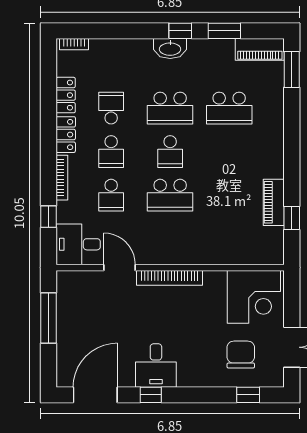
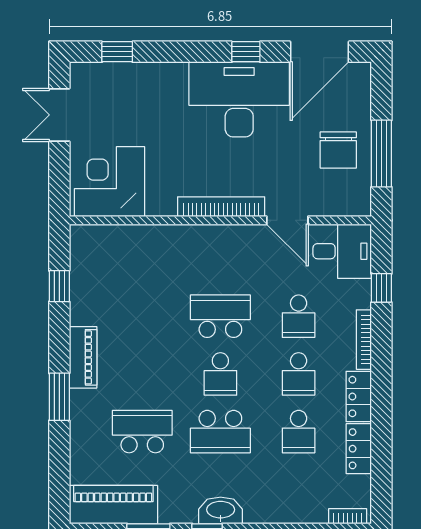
piano: (260, 49) -> (113, 505), width x1.37, depth x1.33
window: (292, 70) -> (59, 397), moved
school desk: (170, 108) -> (220, 432), turned 180
school desk: (111, 152) -> (299, 374), turned 180
school desk: (170, 152) -> (220, 374), turned 180
school desk: (111, 195) -> (299, 316), turned 180
piano: (274, 202) -> (83, 357), moved
chair: (241, 355) -> (338, 150), moved
desk: (156, 365) -> (239, 99), width x1.87, depth x1.30

